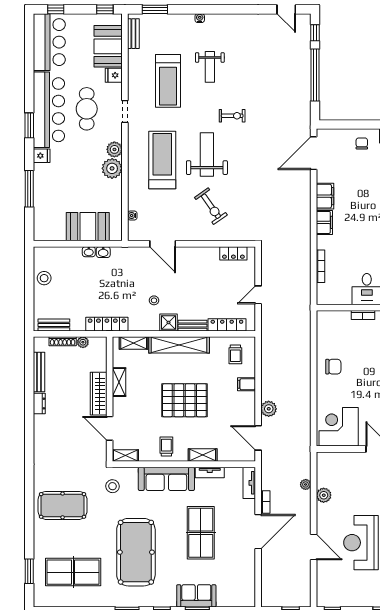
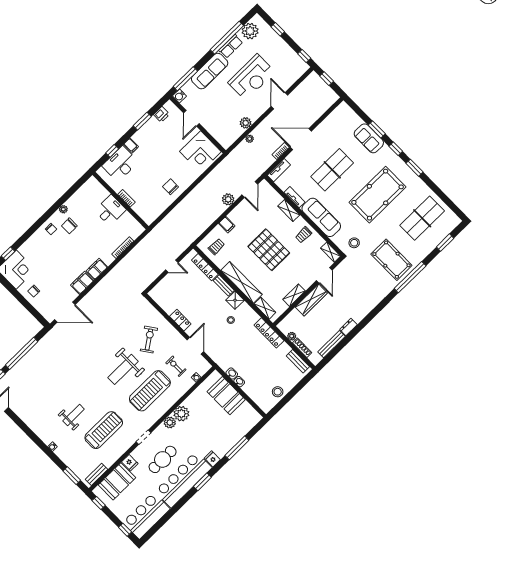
exercise bike: (232, 116) -> (176, 366), moved
locker: (233, 253) -> (180, 320), moved
window: (29, 507) -> (410, 277), added
table tennis table: (73, 572) -> (422, 218), turned 90

